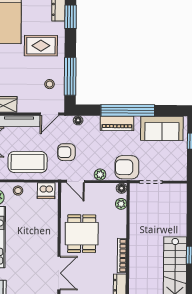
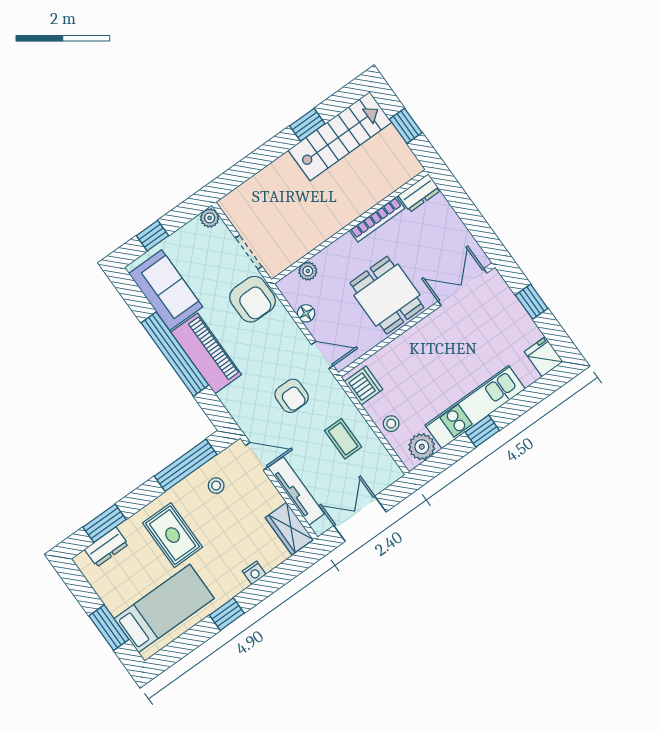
floor lamp: (78, 120) -> (237, 411), removed
piano: (117, 123) -> (206, 353), width x1.37, depth x1.33
coffee table: (28, 162) -> (343, 439), width x0.54, depth x0.58
plant: (100, 174) -> (210, 218), moved
door: (75, 181) -> (322, 355), hinge flipped
floor lamp: (122, 188) -> (306, 313), moved
dining table: (82, 234) -> (387, 295), turned 90

